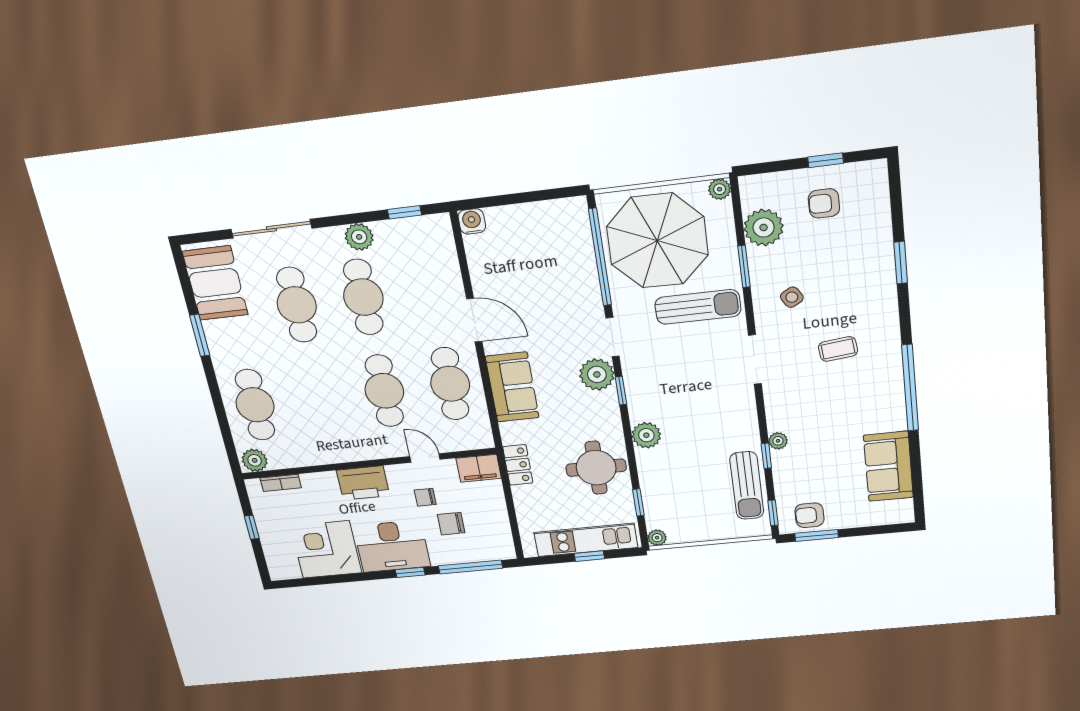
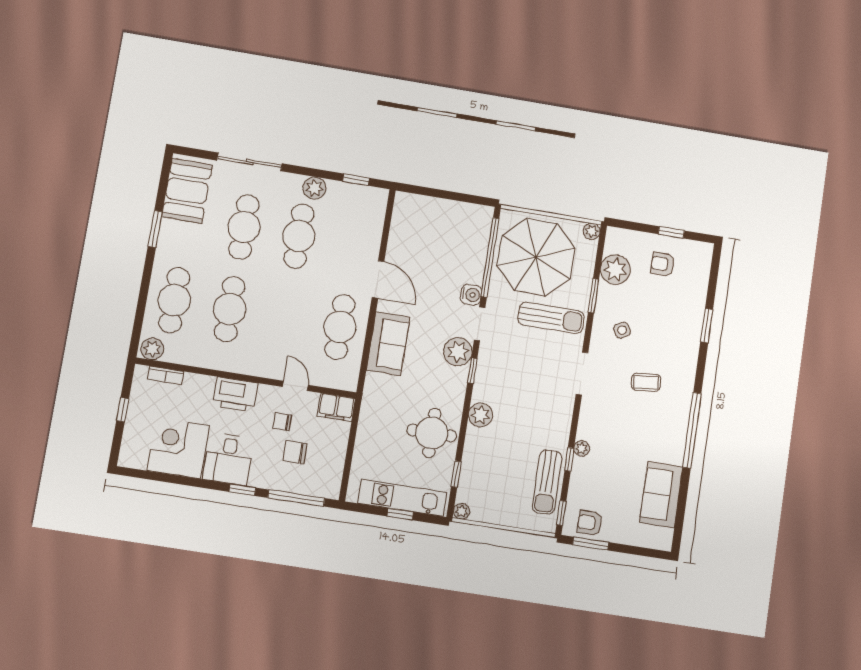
water cooler: (472, 221) -> (471, 295), moved, turned 90
cafe table: (384, 391) -> (230, 309), moved
locker: (518, 465) -> (369, 413), removed
desk: (392, 546) -> (228, 459), width x0.73

